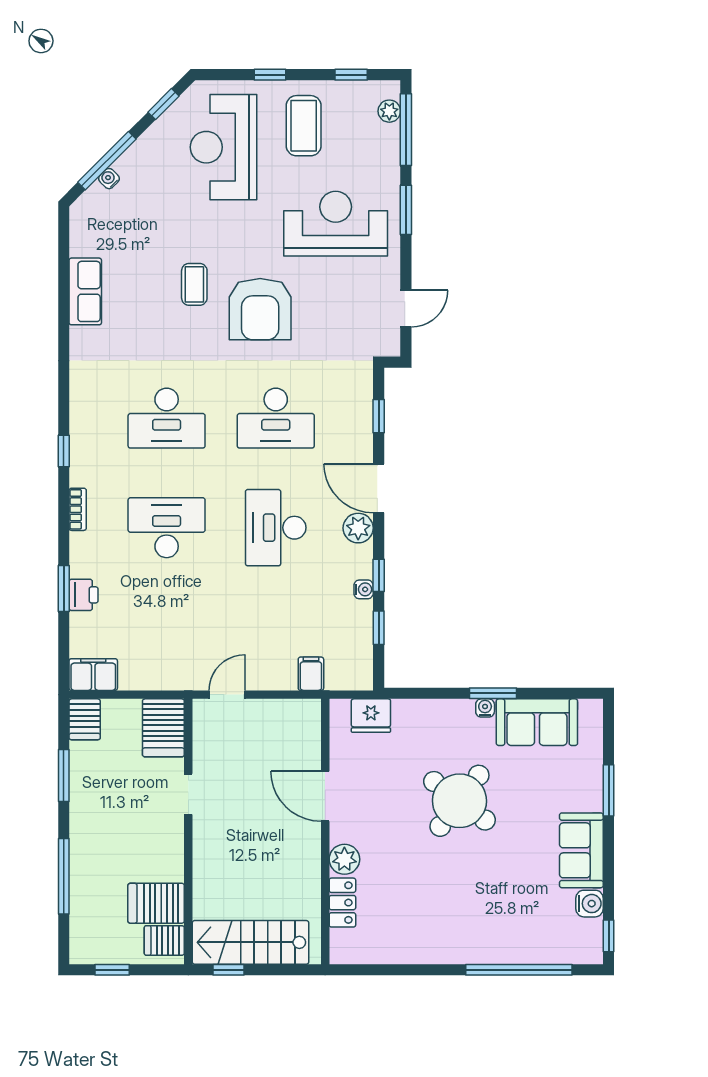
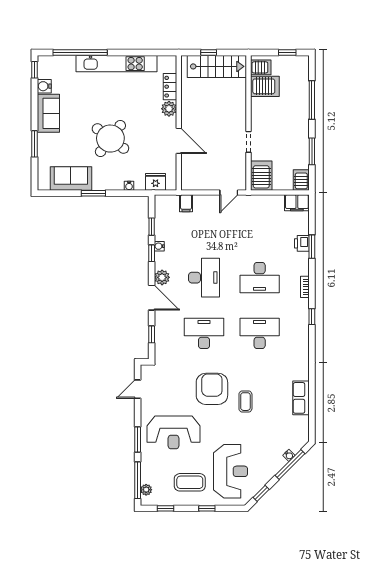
coffee table: (304, 126) -> (190, 482), turned 90
water cooler: (485, 708) -> (129, 186), moved
kitchen unit: (448, 948) -> (117, 64), added
window: (229, 970) -> (209, 52), moved

